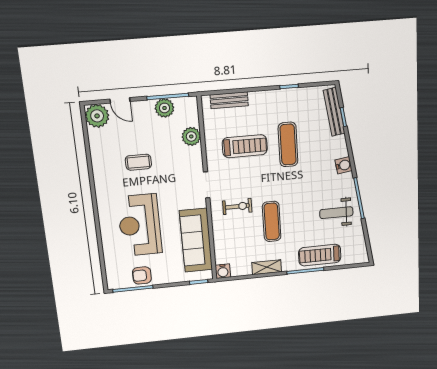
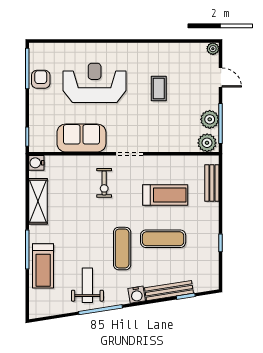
door: (120, 100) -> (221, 78), swing flipped
bench: (334, 112) -> (169, 291), moved
plant: (97, 116) -> (213, 49), width x0.53, depth x0.53
plant: (191, 136) -> (207, 143), moved
treadmill: (245, 146) -> (165, 195), turned -90
exercise mat: (272, 221) -> (122, 249), moved, turned 90
sofa: (196, 240) -> (81, 138), width x0.73
treadmill: (320, 255) -> (43, 266), turned 180
shelving: (267, 267) -> (38, 201), width x1.50, depth x1.33

